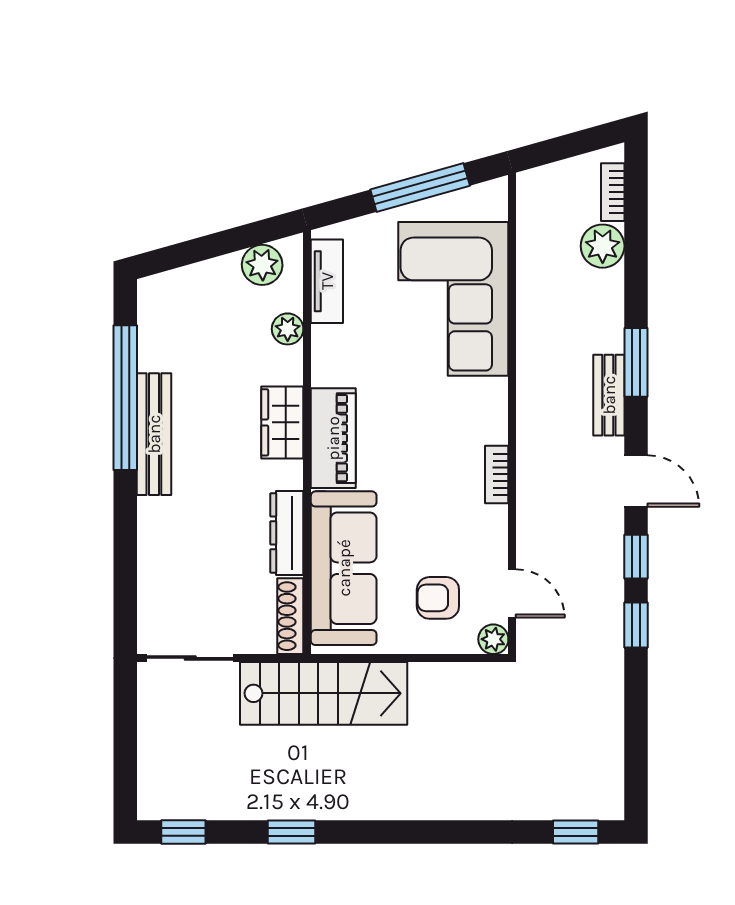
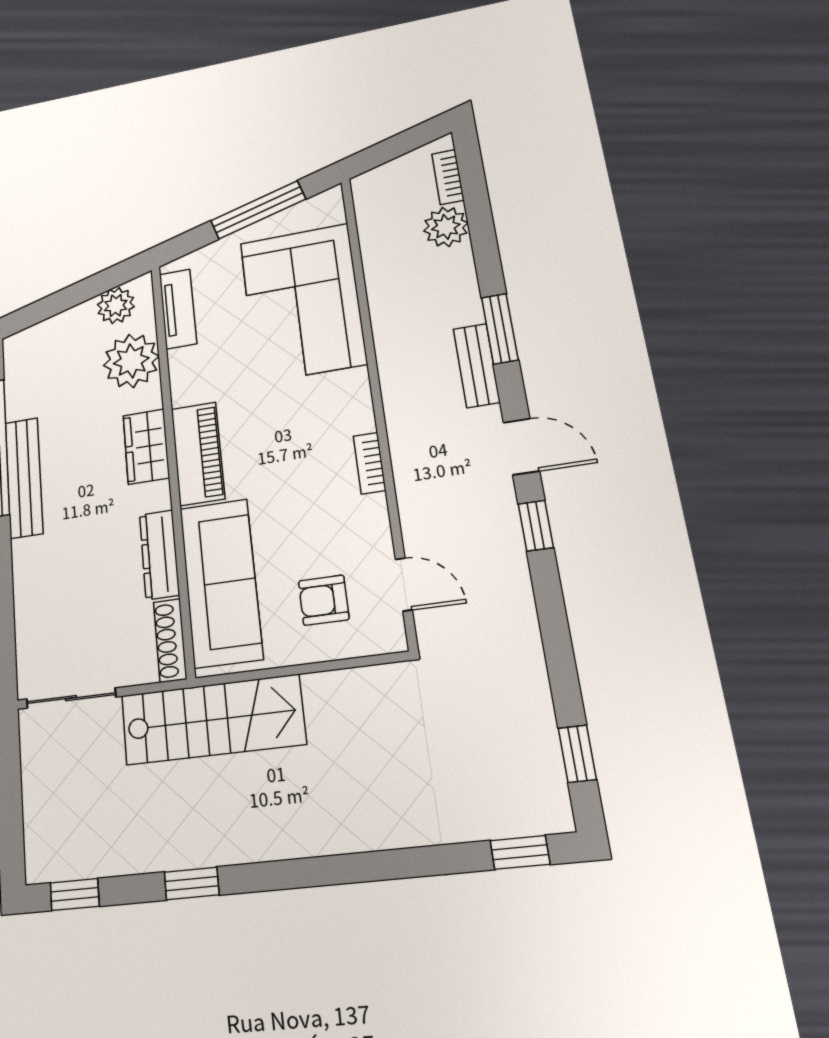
plant: (288, 329) -> (131, 361), width x1.88, depth x1.88
window: (636, 625) -> (577, 754), moved
plant: (493, 639) -> (390, 637), removed

